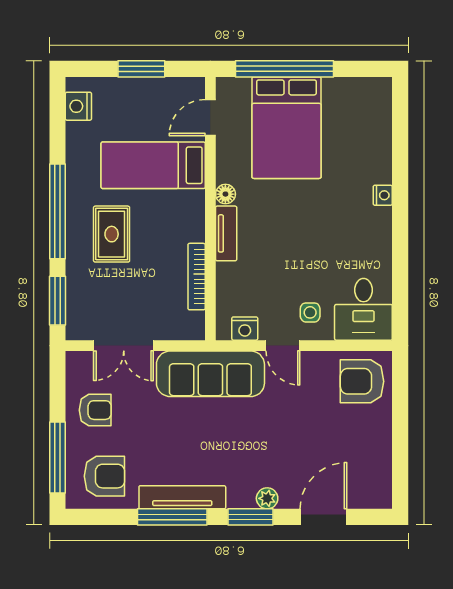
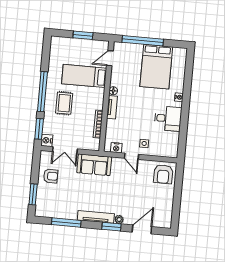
nightstand: (78, 106) -> (47, 140), moved
bed: (286, 128) -> (156, 67), moved
desk: (363, 309) -> (168, 119), moved, turned -90
sofa: (210, 374) -> (94, 165), width x0.73
armchair: (362, 381) -> (163, 174), turned -90
window: (58, 457) -> (33, 194), width x0.69
armchair: (104, 476) -> (52, 204), removed
tv unit: (182, 497) -> (96, 217), moved
window: (172, 517) -> (66, 222), moved

